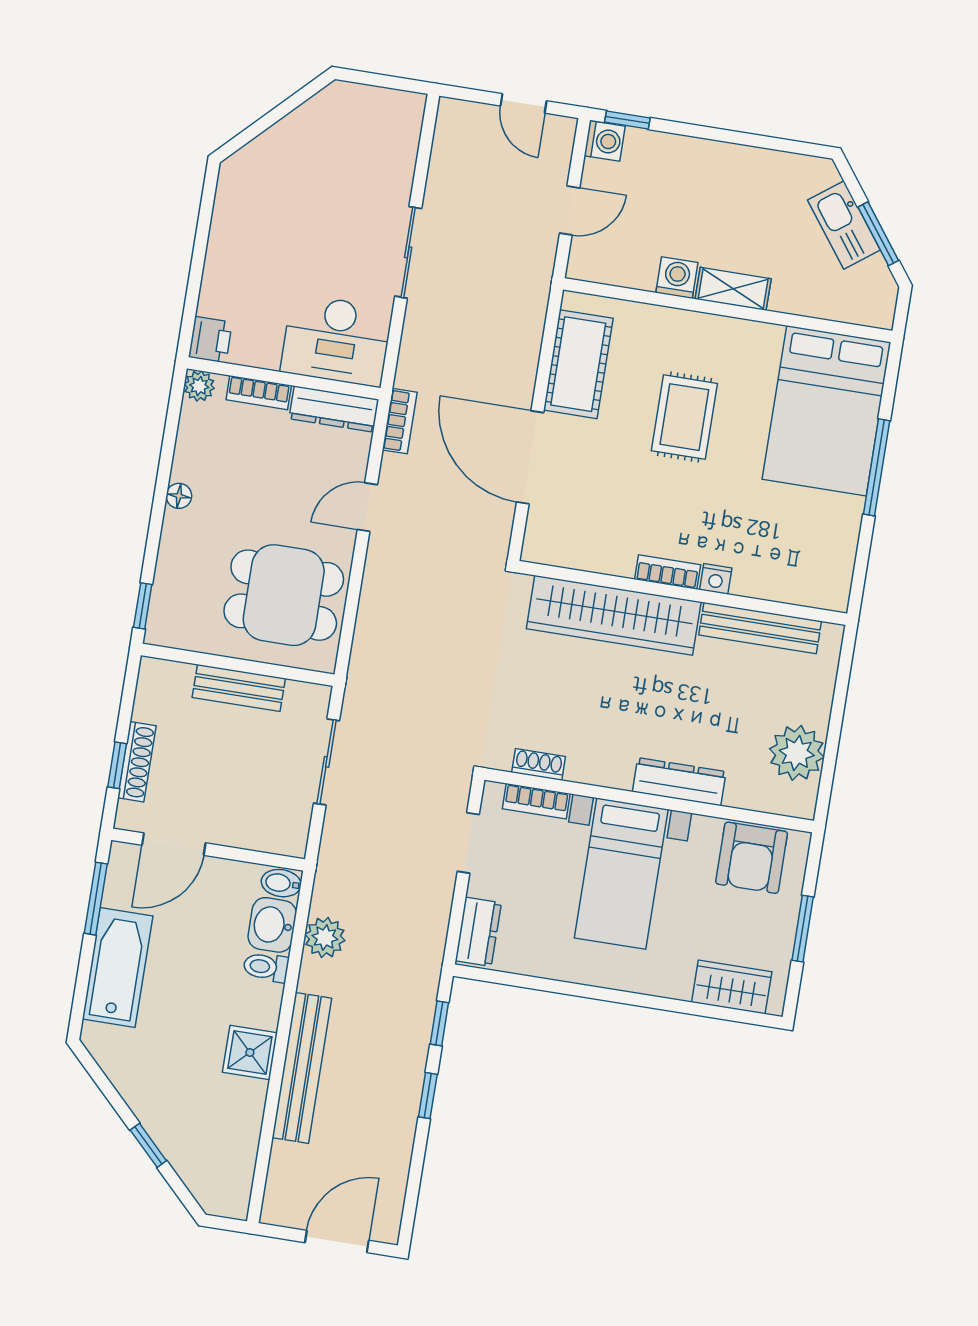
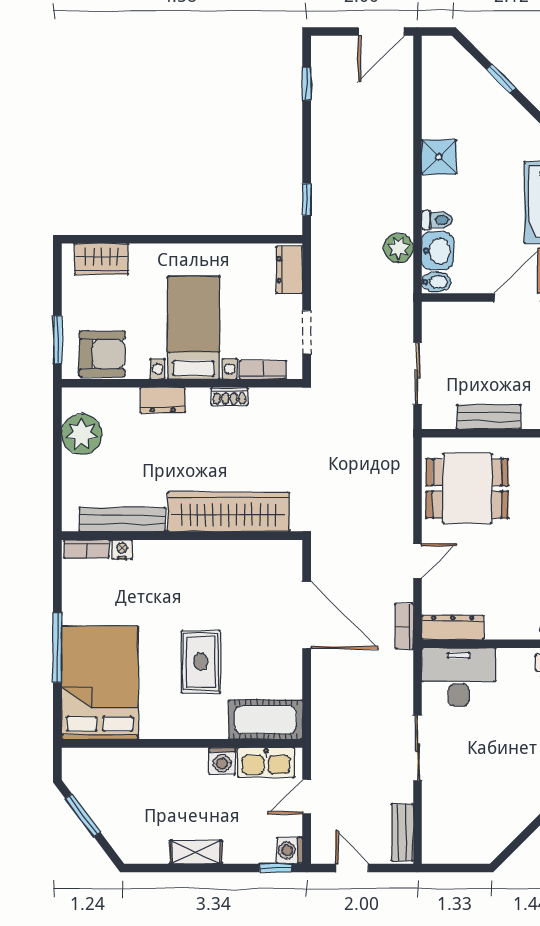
kitchen sink: (844, 225) -> (266, 763), moved, turned 127
shelving: (733, 289) -> (196, 852), moved
cot: (578, 364) -> (266, 720), moved, turned 90
bookcase: (259, 393) -> (508, 630), removed
bookcase: (668, 572) -> (87, 549), moved
nightstand: (716, 579) -> (122, 550), moved
shoe rack: (539, 764) -> (229, 396), moved
dresser: (679, 782) -> (163, 400), width x0.70
armchair: (752, 858) -> (102, 354), turned 90
window: (803, 929) -> (57, 340), moved
bench: (302, 1068) -> (402, 832), moved, width x0.54, depth x0.82
window: (428, 1096) -> (307, 84), moved
door: (337, 1242) -> (381, 32), moved

